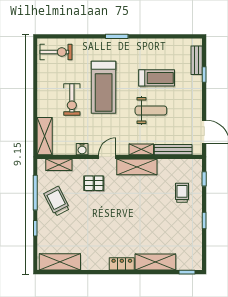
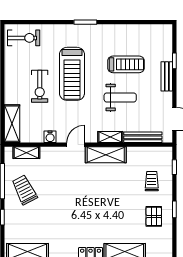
bench: (197, 60) -> (167, 76), moved
pallet: (94, 183) -> (154, 216), moved, turned 90

